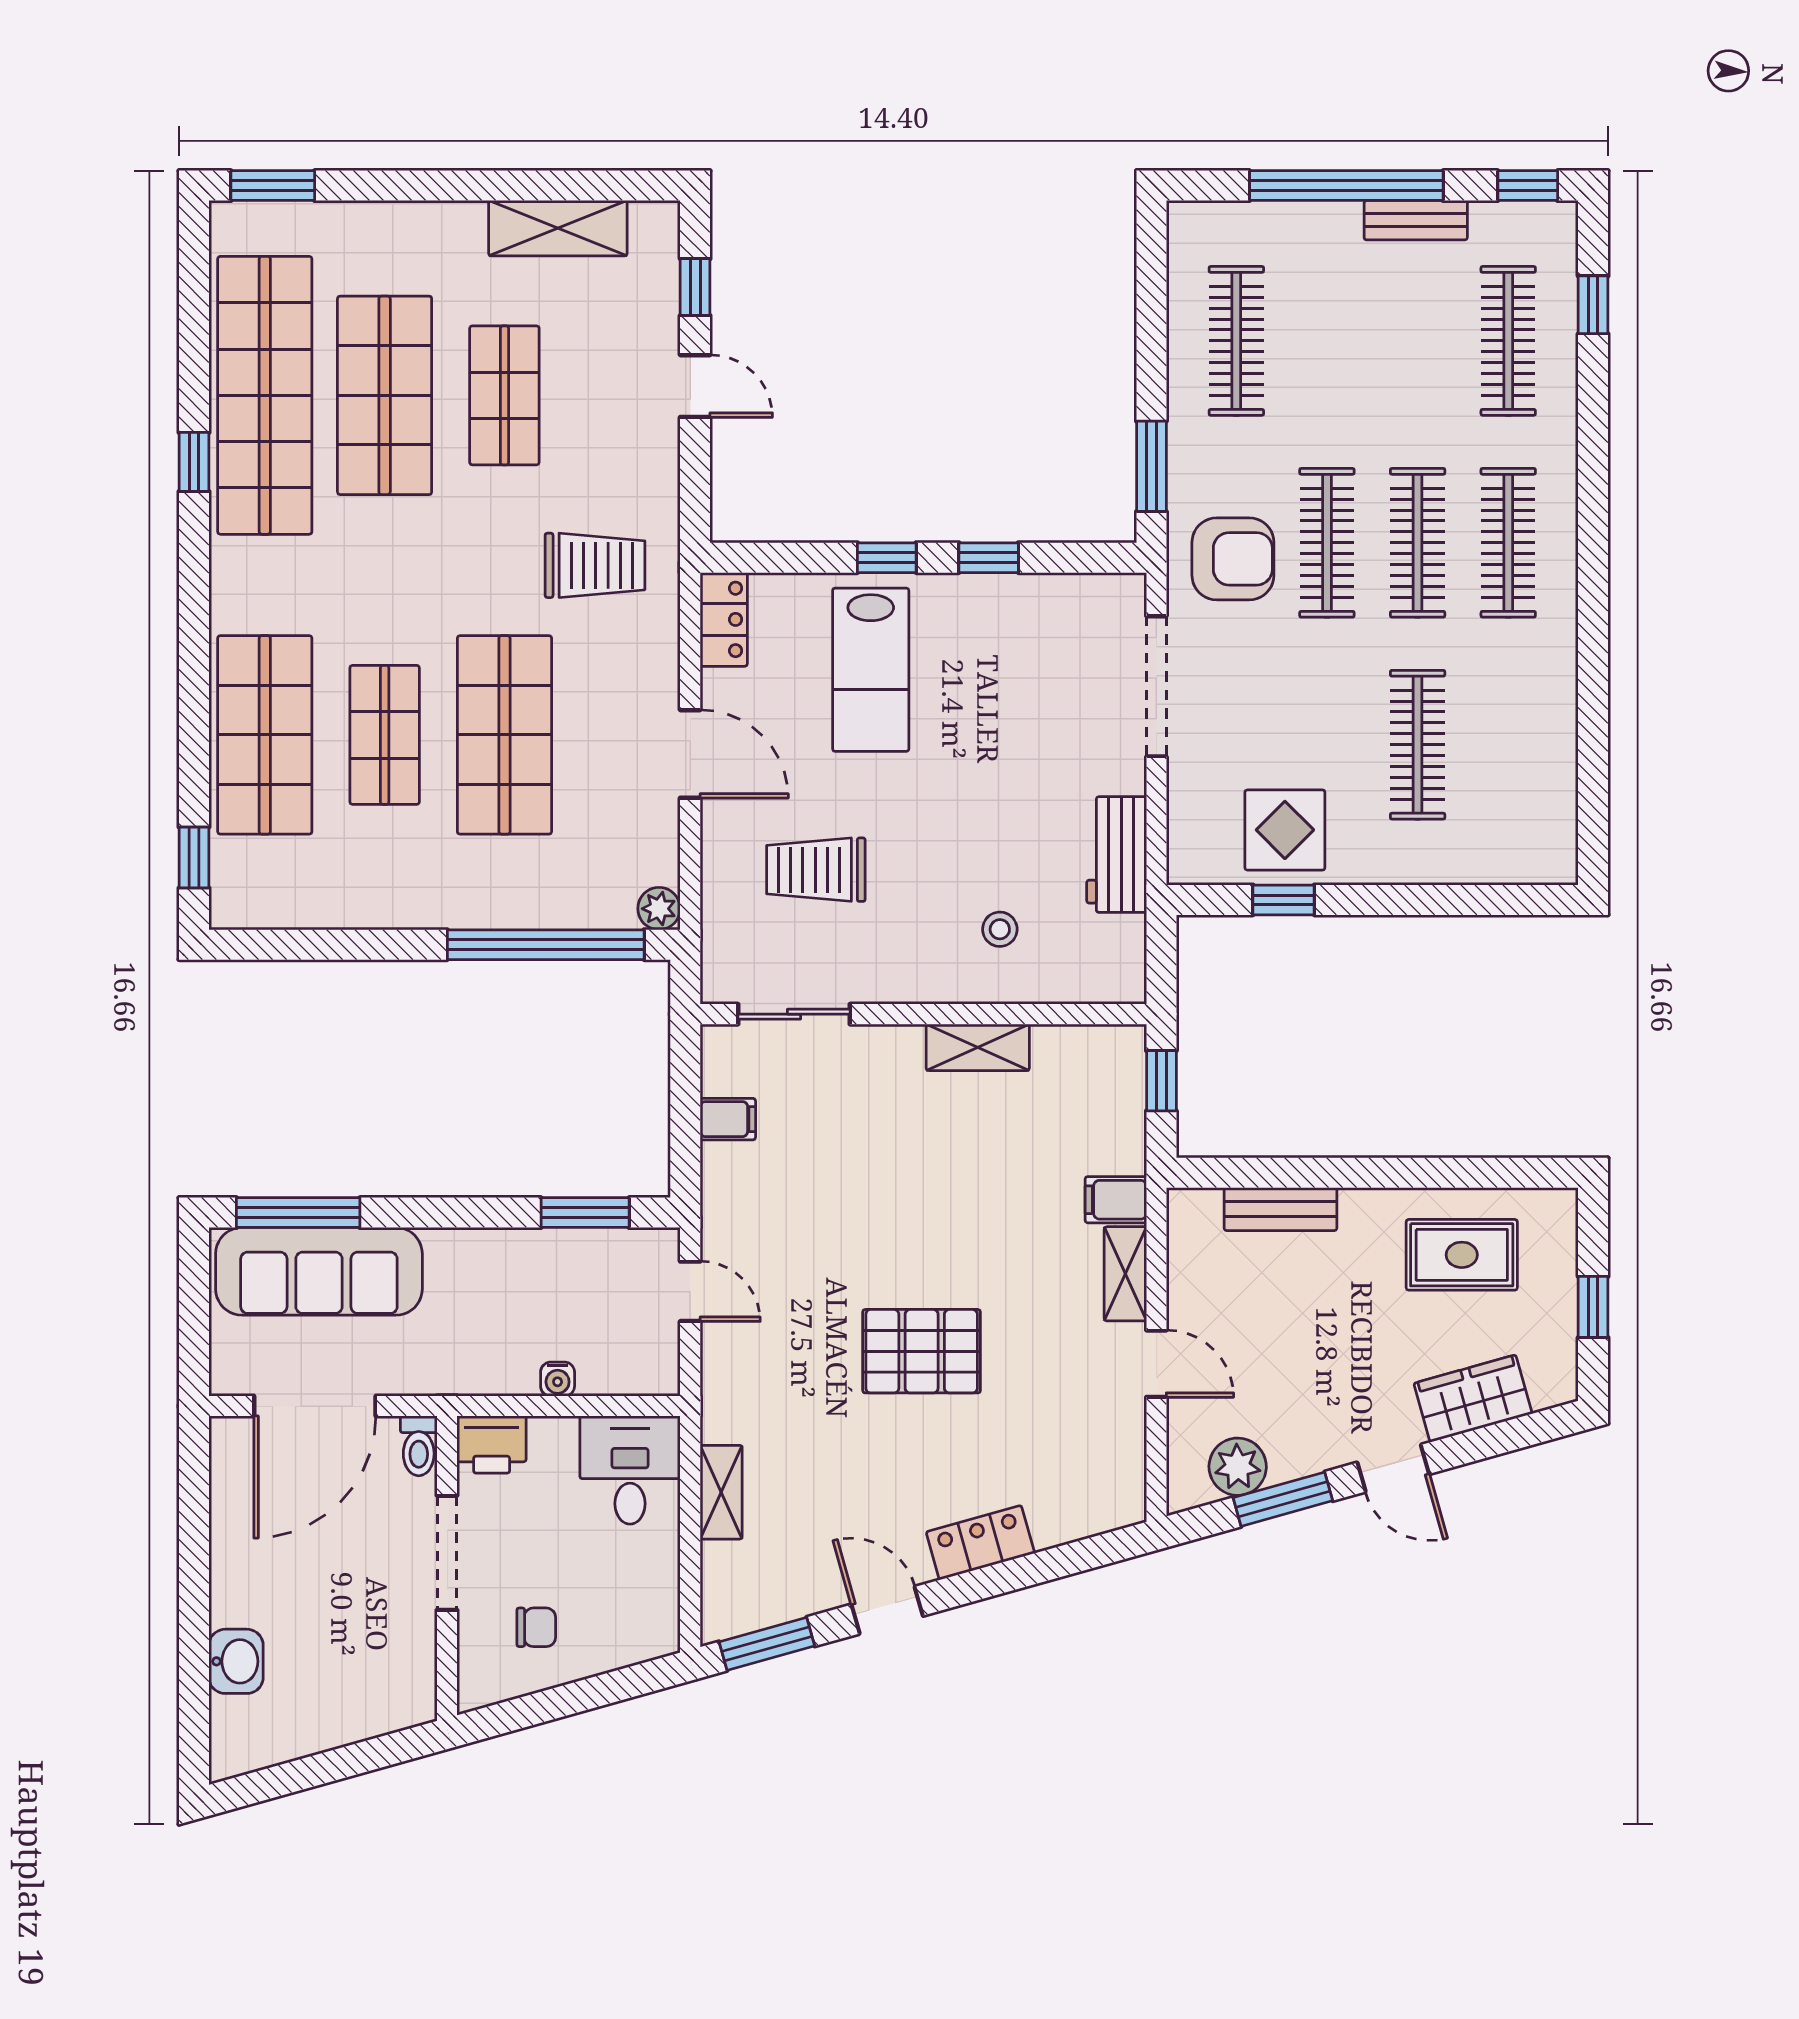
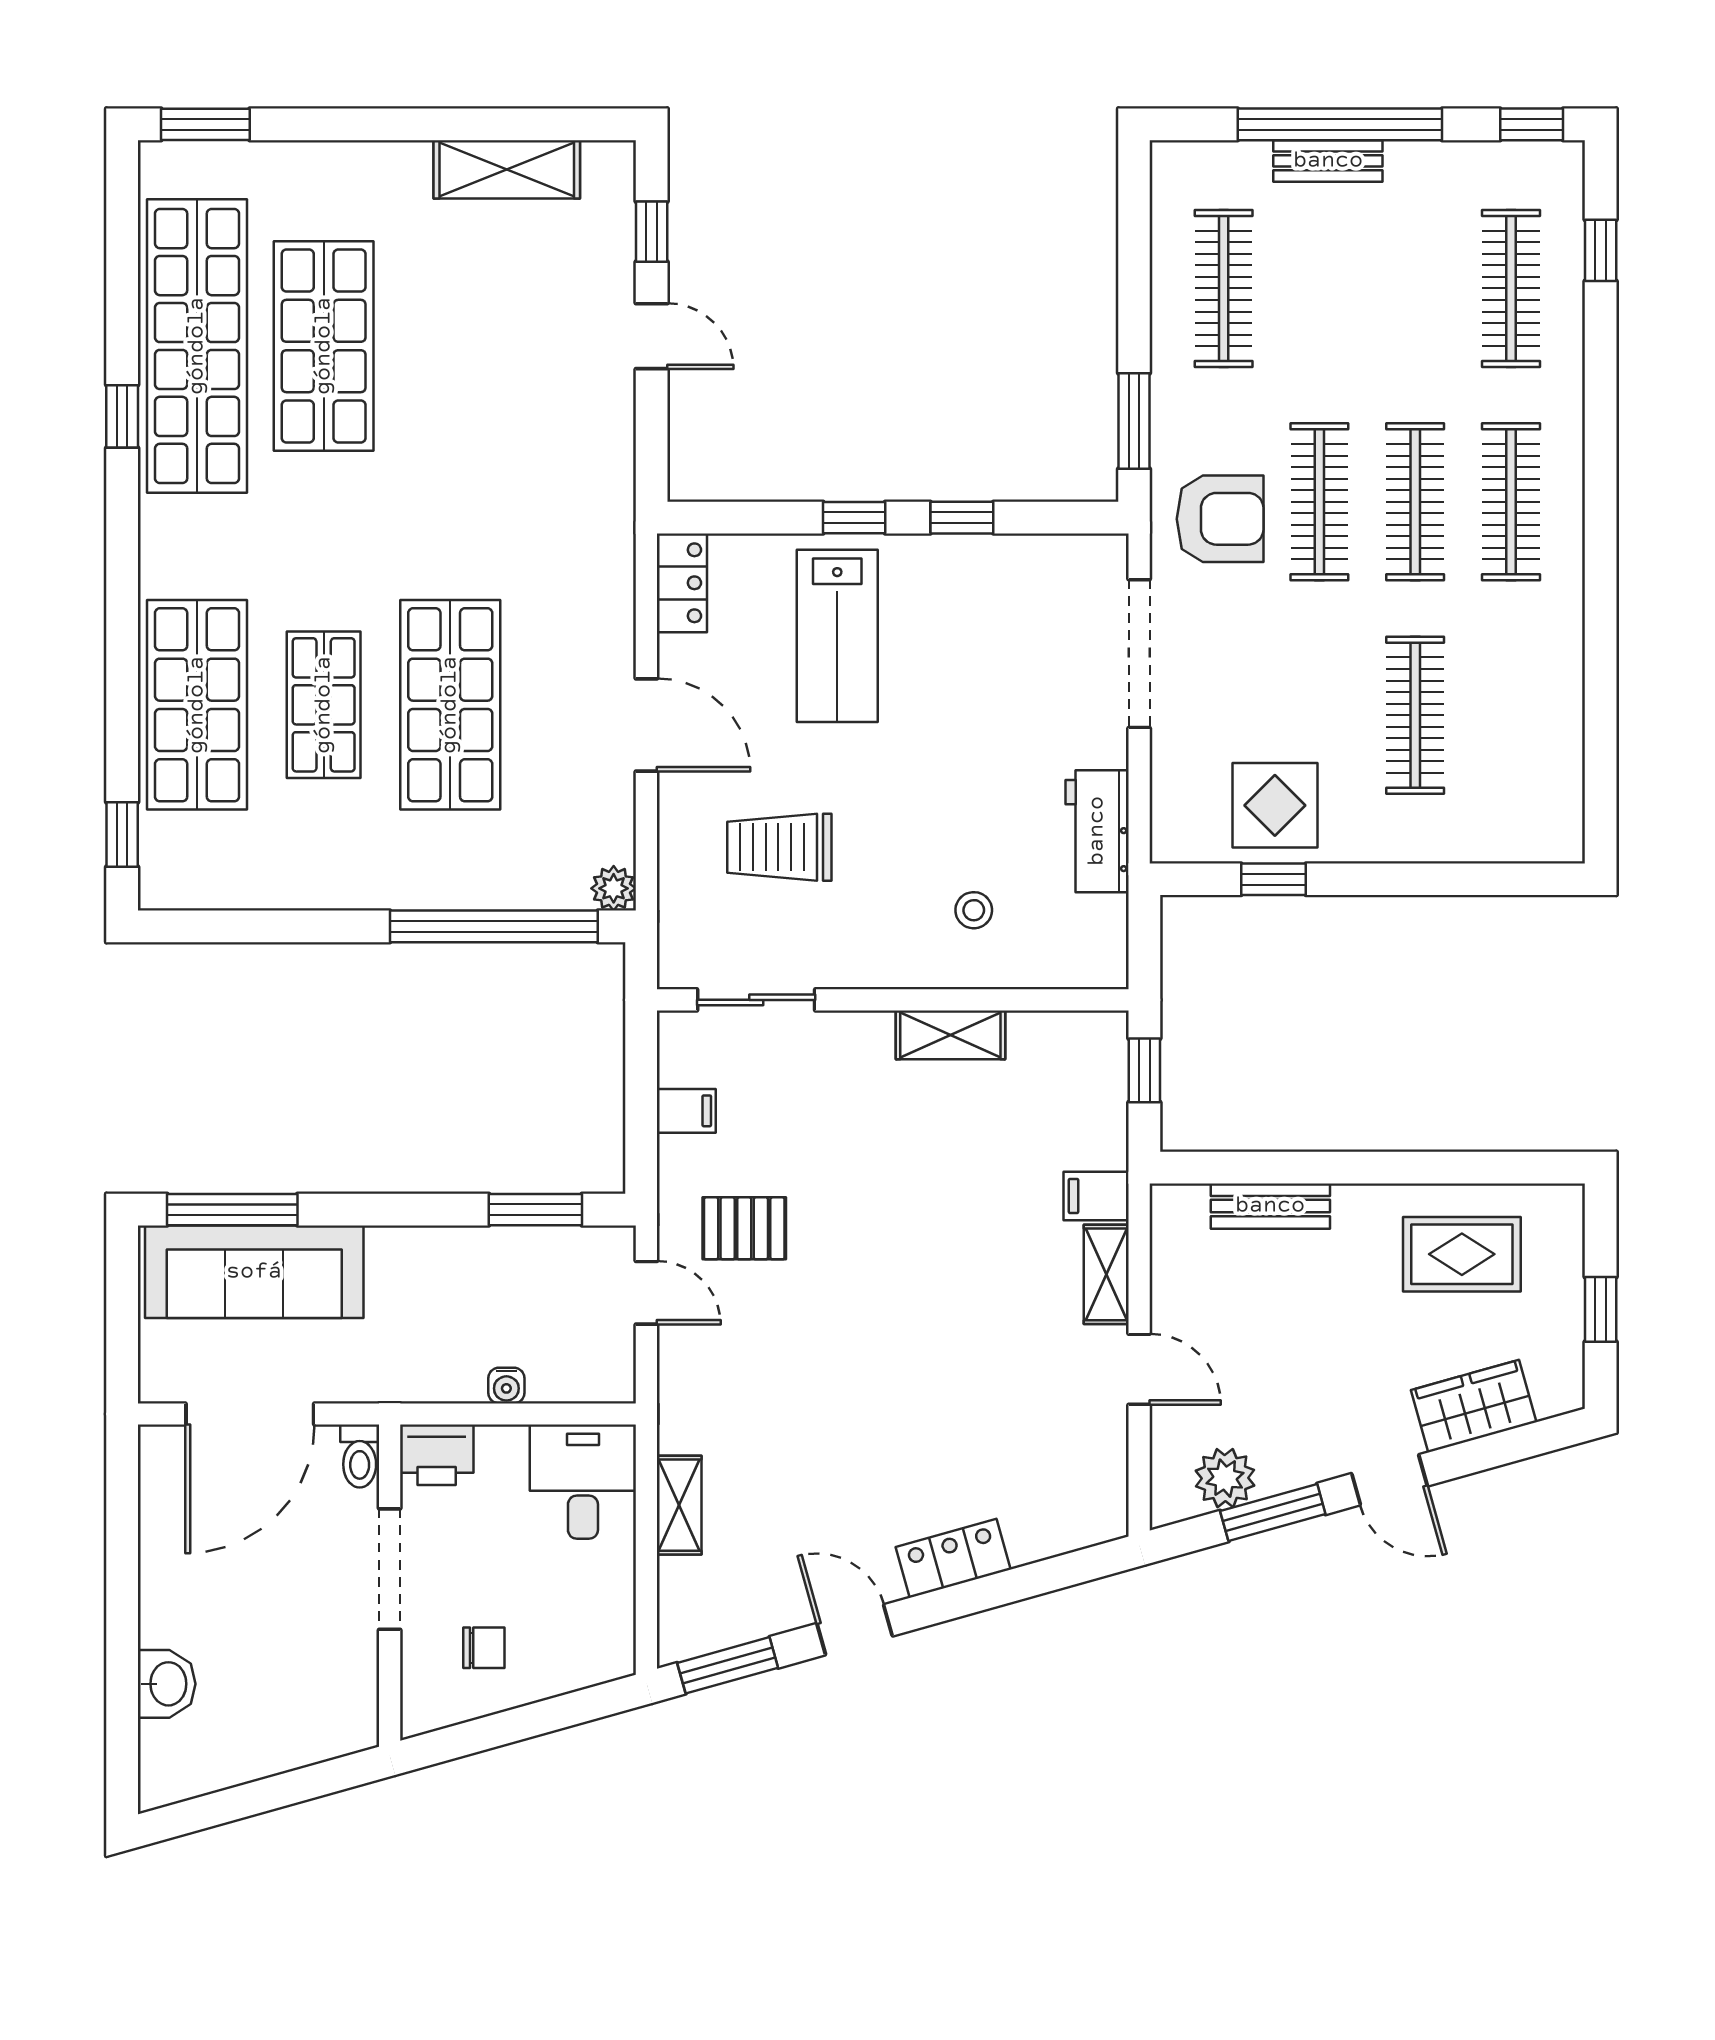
bench: (1416, 220) -> (1328, 161), moved
shop shelf: (504, 395) -> (450, 346), removed
trolley: (595, 565) -> (546, 526), removed
pallet: (922, 1351) -> (744, 1228), moved, width x0.67, depth x0.71

